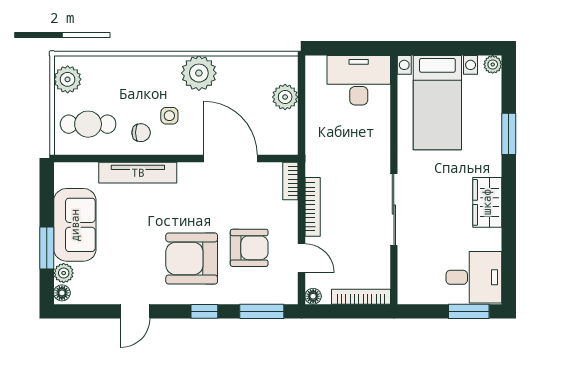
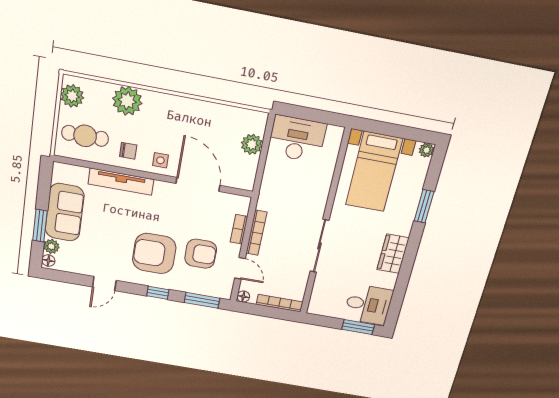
plant: (199, 73) -> (127, 101), moved
desk: (359, 80) -> (297, 139), moved
side table: (169, 116) -> (160, 160), moved
bookcase: (290, 181) -> (239, 229), moved

